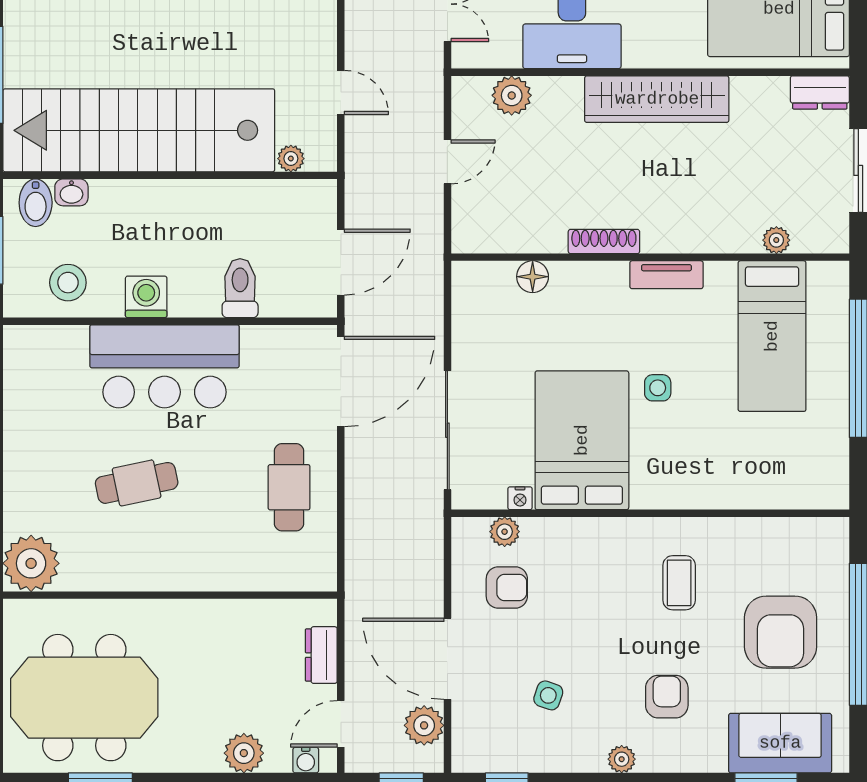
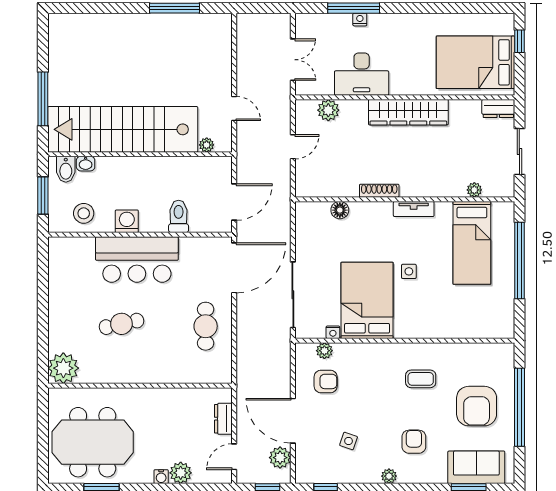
coffee table: (679, 583) -> (421, 379), turned 90
water cooler: (306, 760) -> (161, 477), moved

